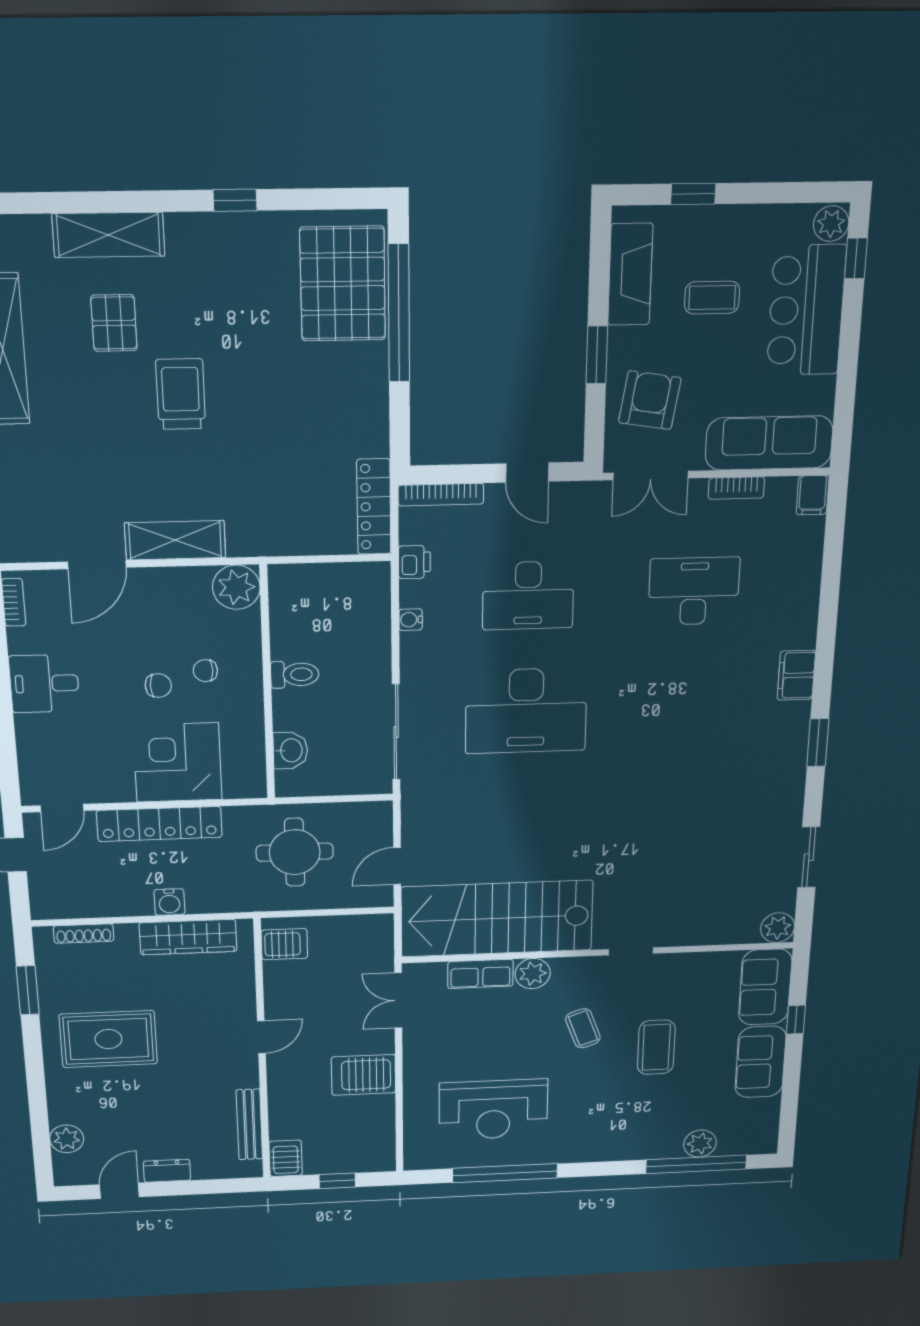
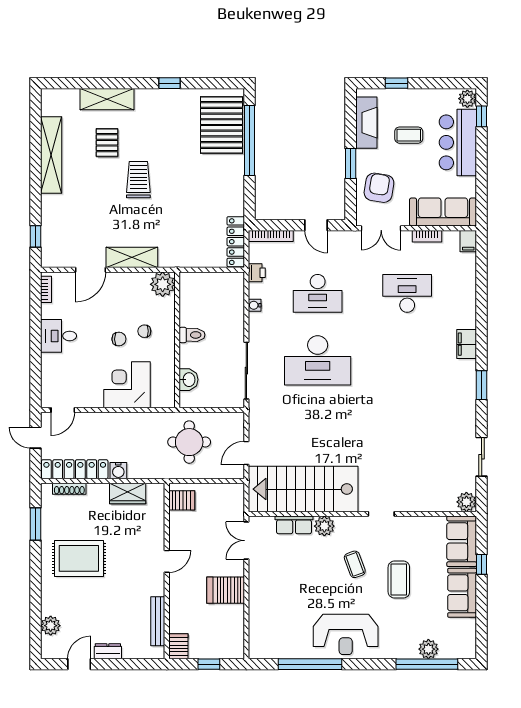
locker: (159, 824) -> (75, 469), moved, turned 180
wardrobe: (188, 937) -> (128, 493), width x0.67
reception desk: (493, 1110) -> (346, 634), moved

